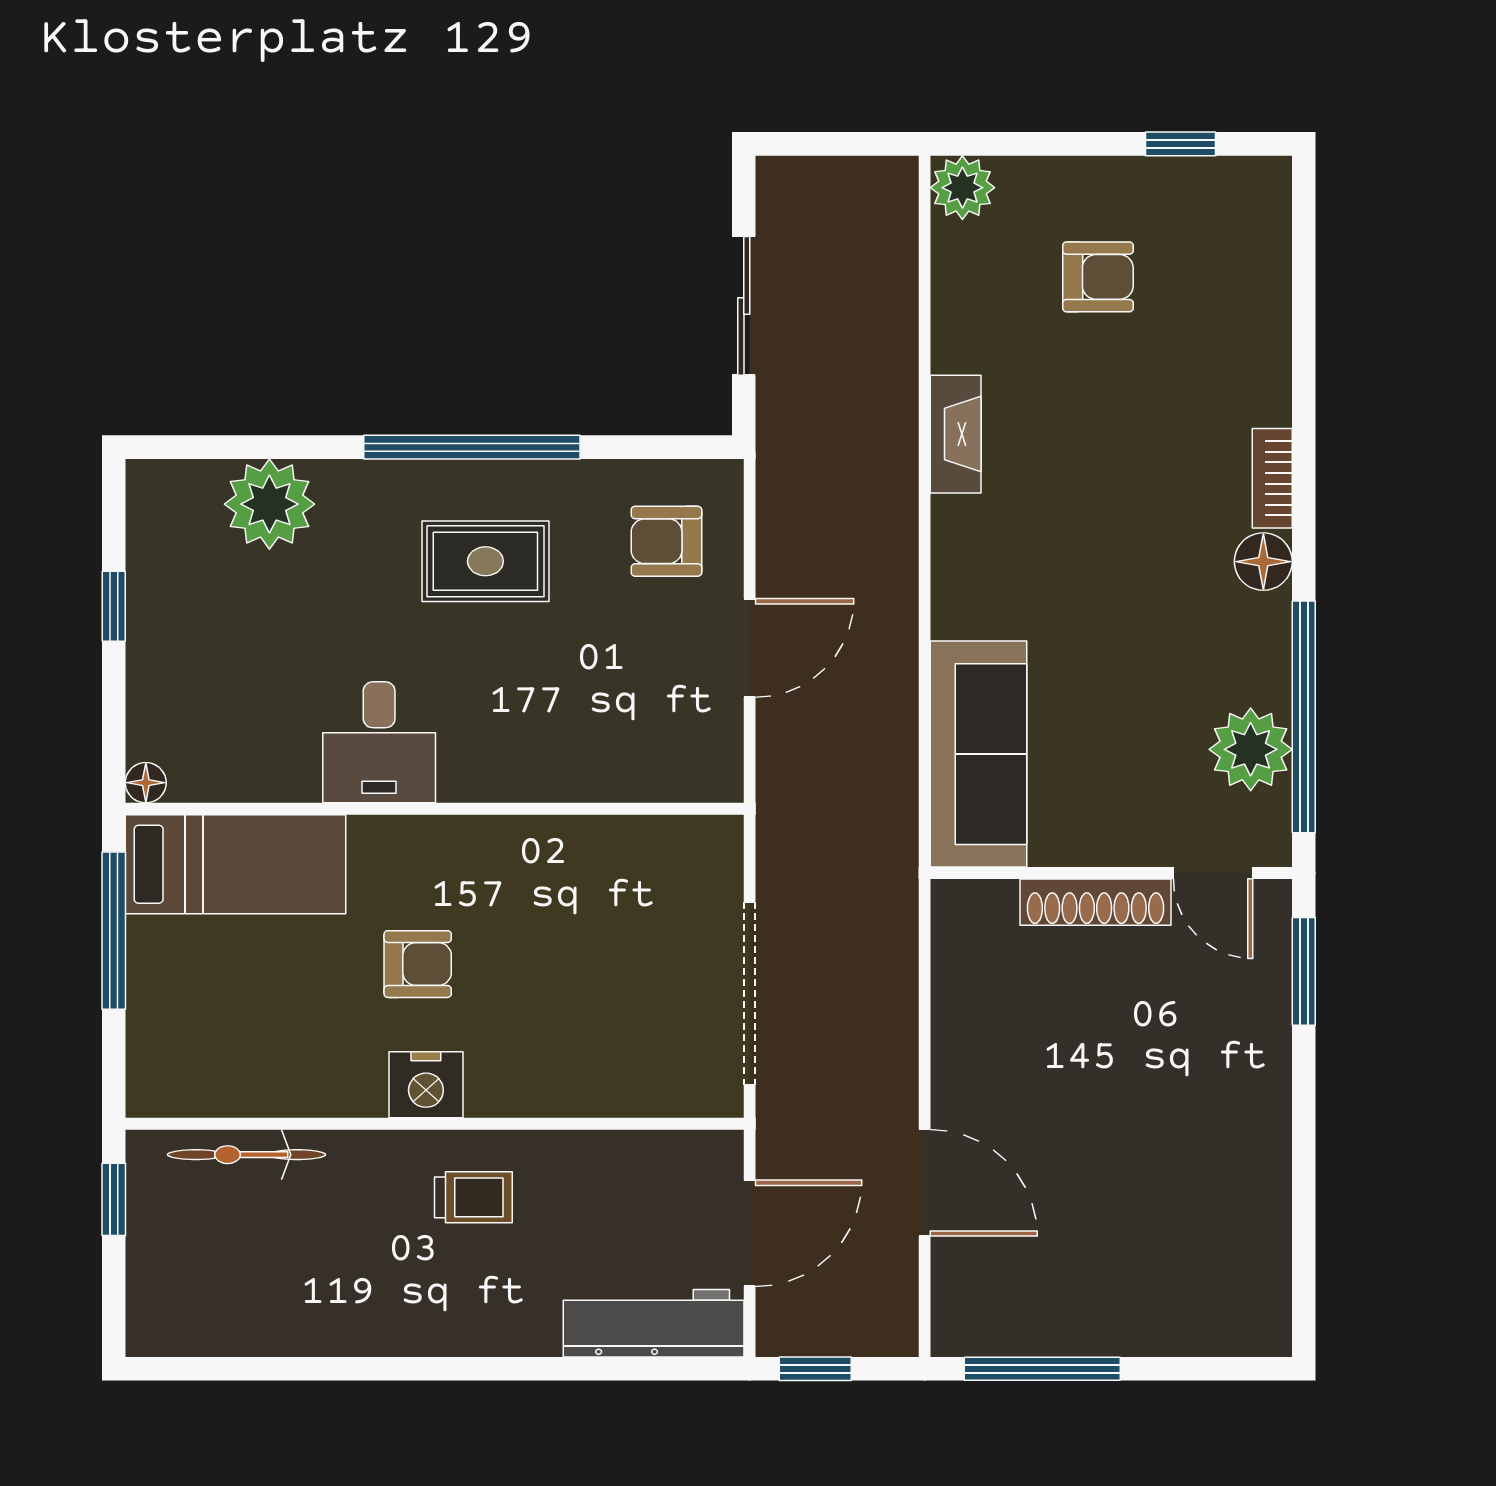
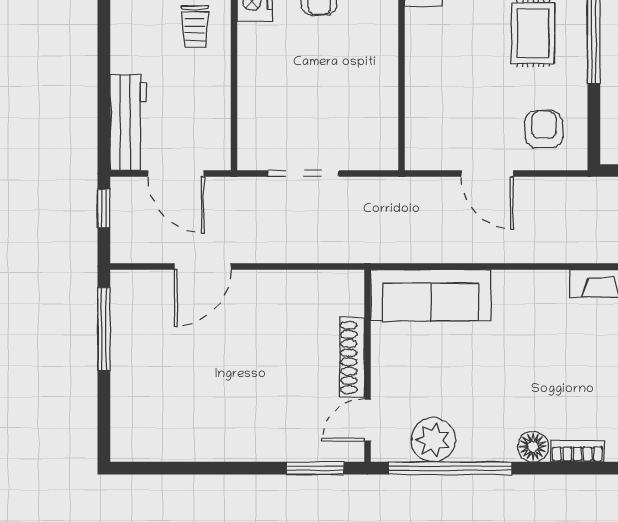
doorway: (750, 993) -> (303, 174), width x0.73

